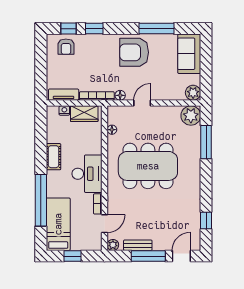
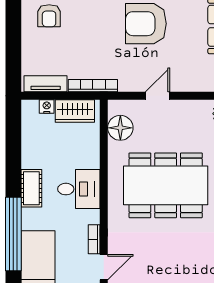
floor lamp: (120, 95) -> (126, 85), removed
floor lamp: (112, 130) -> (120, 128), width x1.89, depth x1.89
cot: (54, 157) -> (31, 188), moved
desk: (87, 174) -> (79, 189), width x0.73

